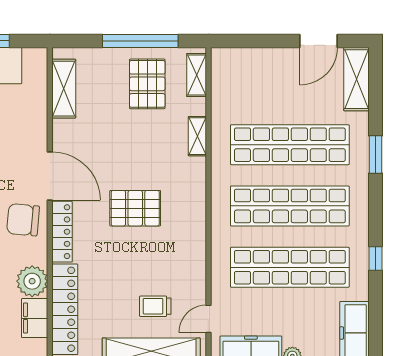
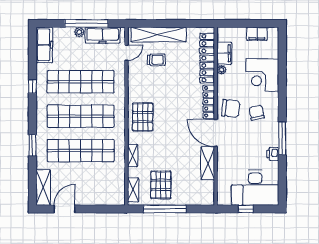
shelving: (64, 89) -> (208, 163), moved
pallet: (135, 208) -> (143, 117), moved, turned 90
plant: (32, 281) -> (221, 70), width x0.53, depth x0.53

